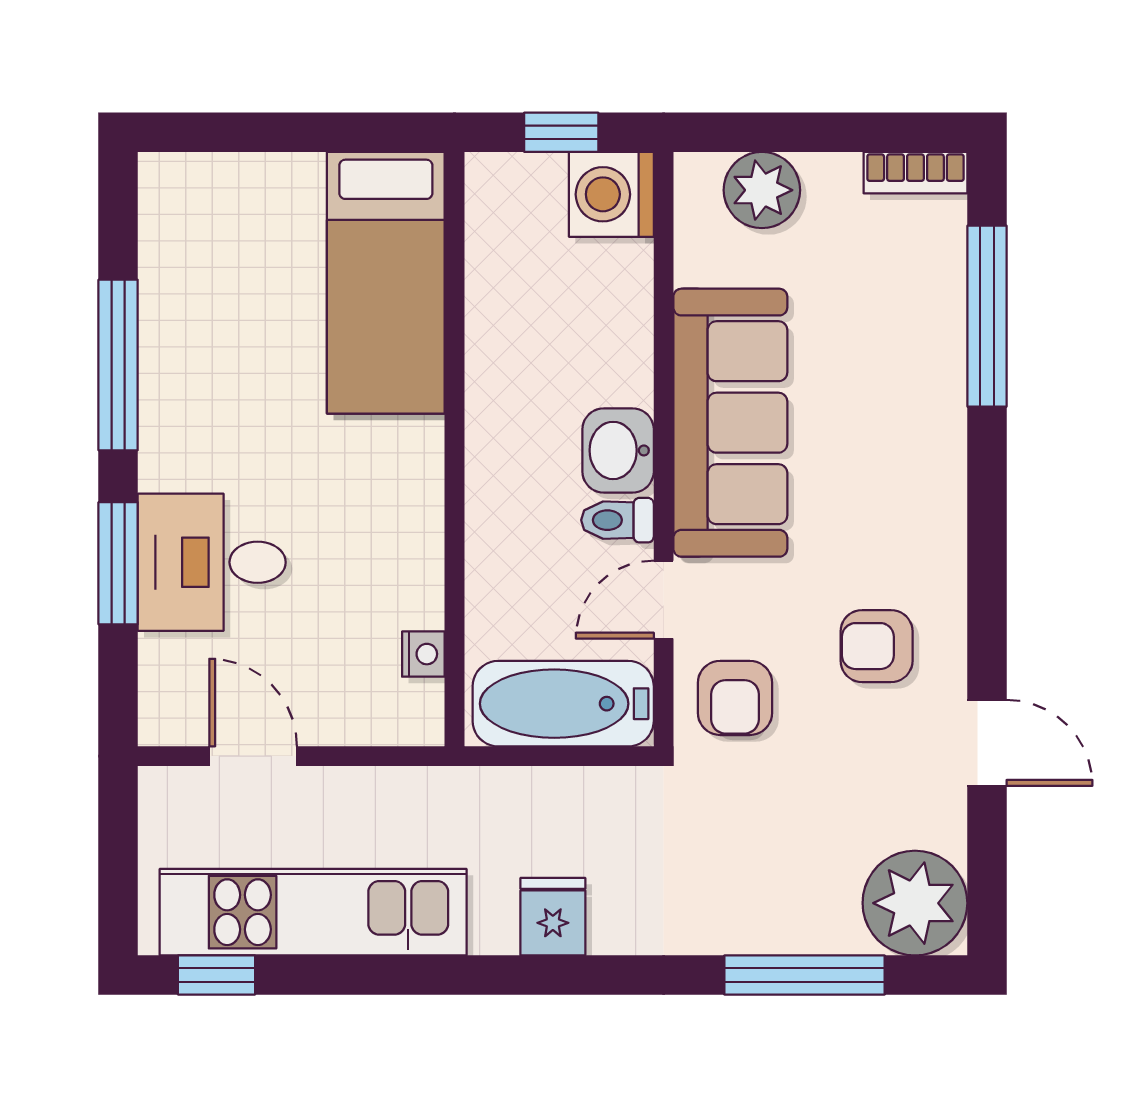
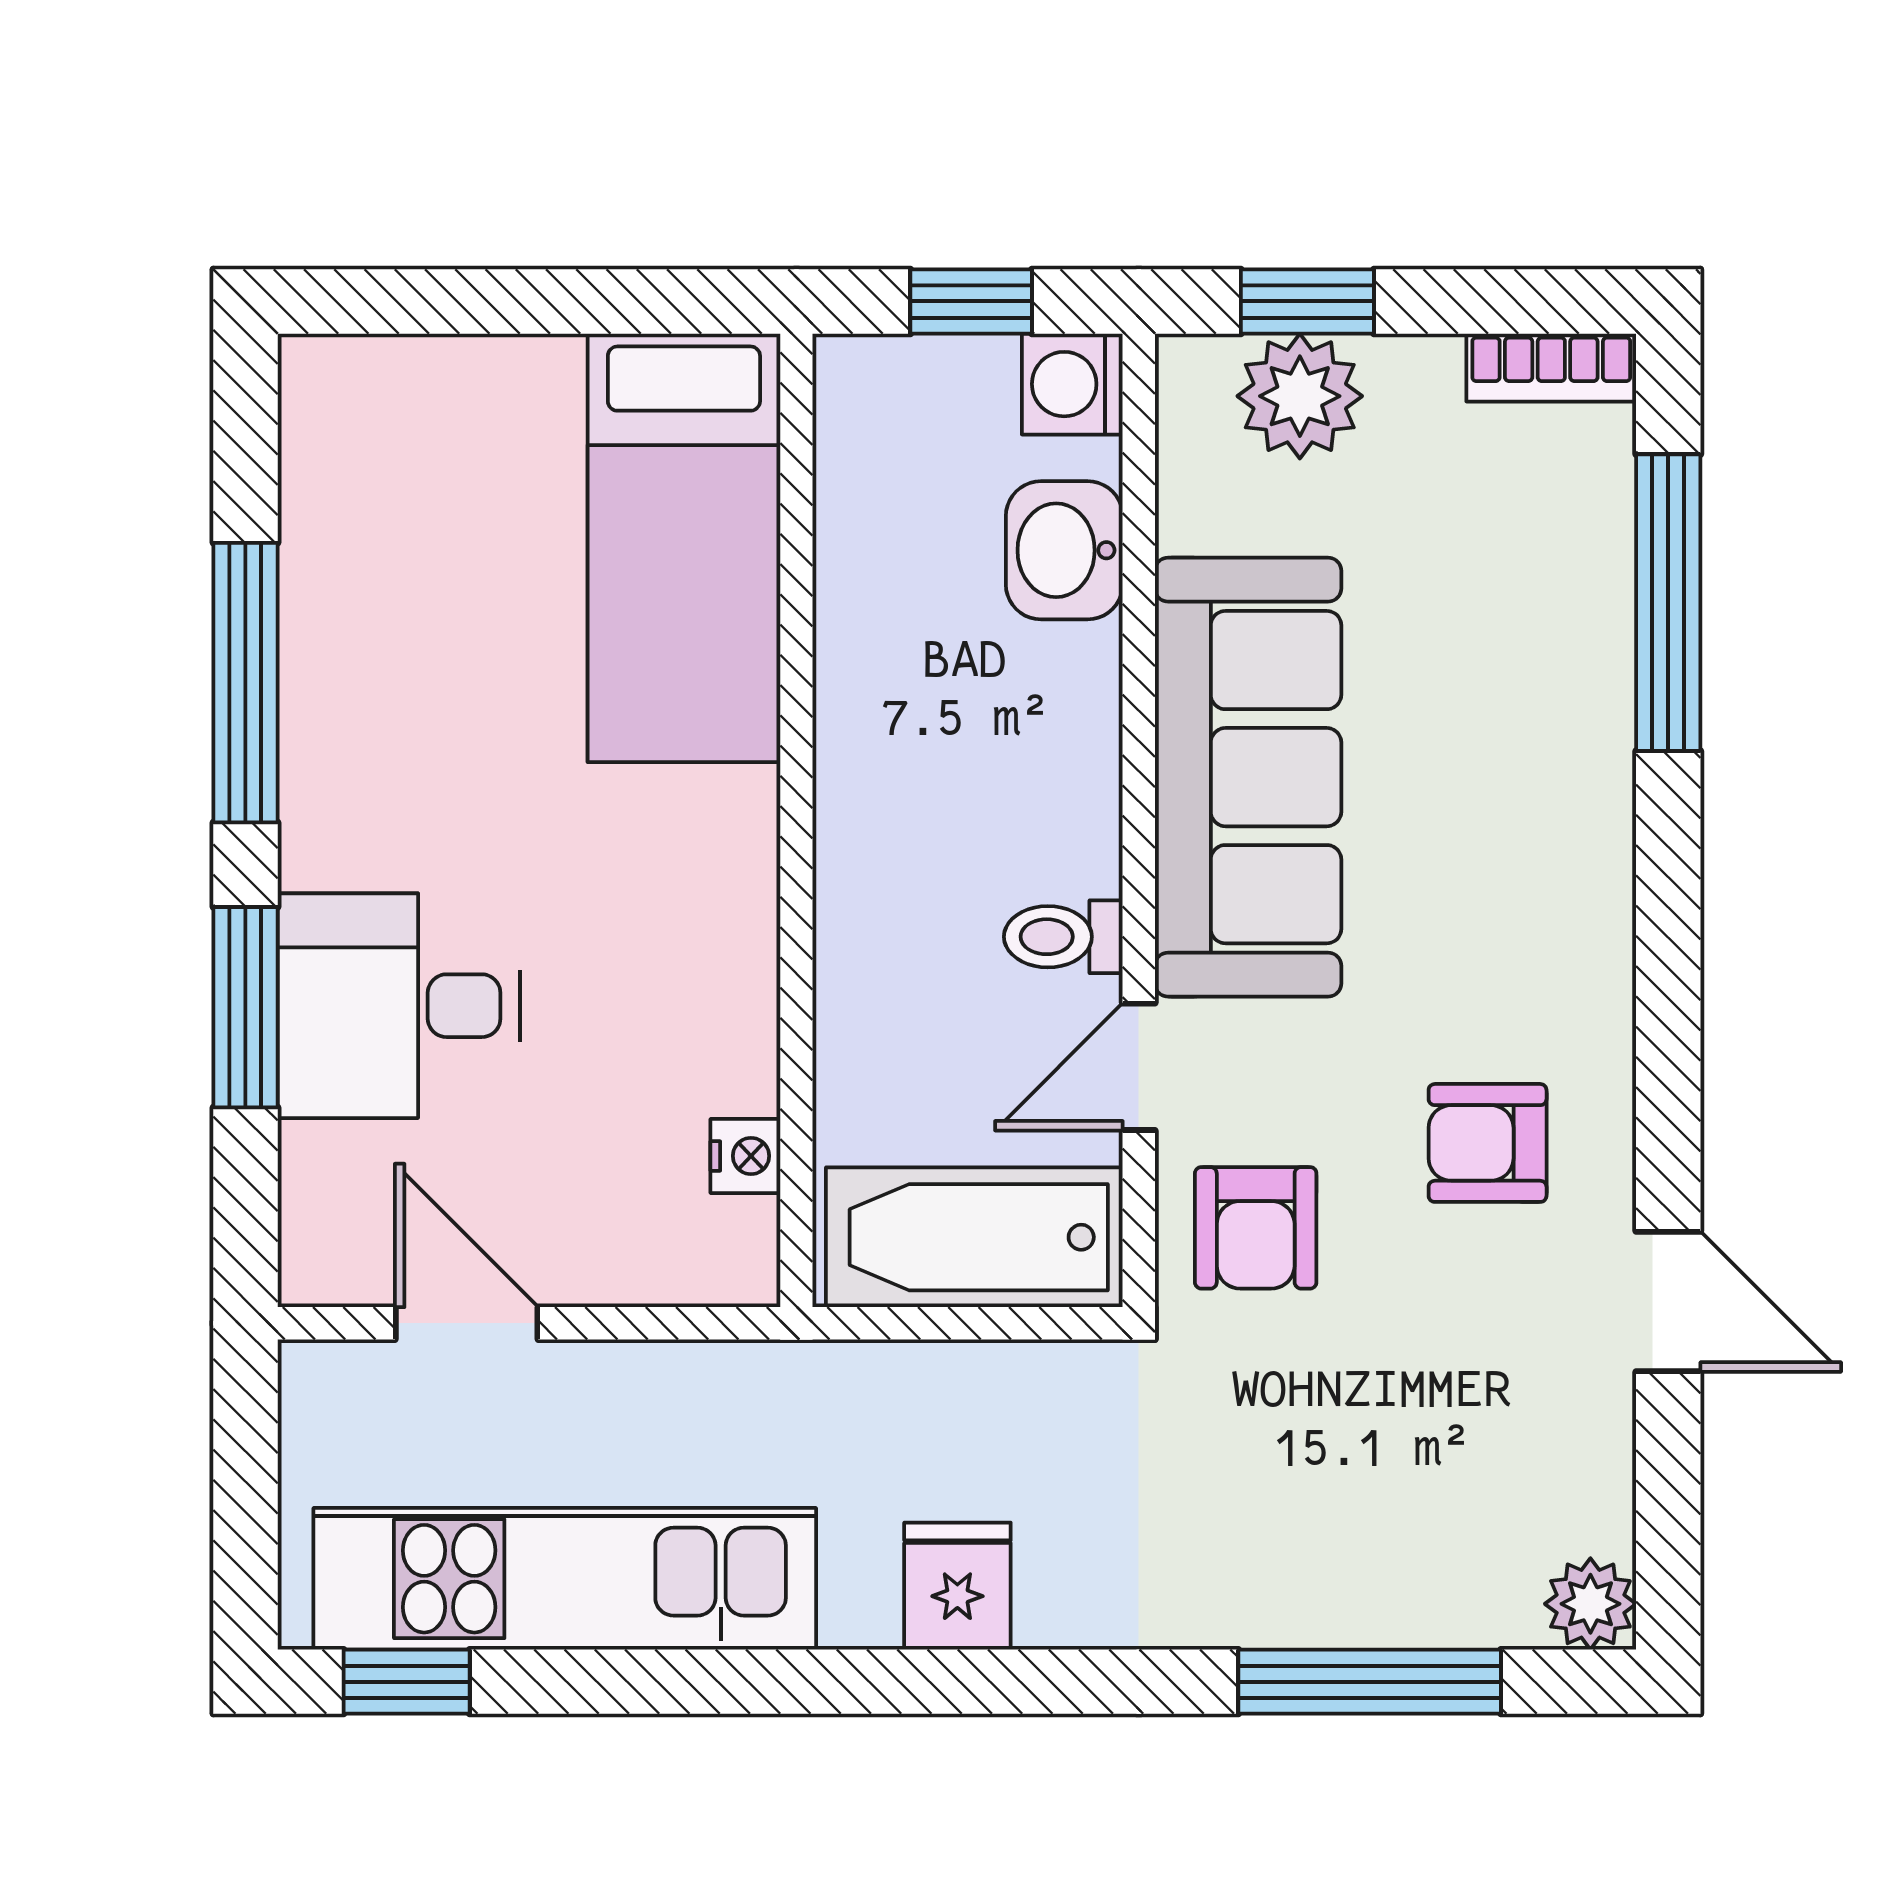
window: (767, 132) -> (1307, 301), added
washing machine: (611, 194) -> (1072, 384), width x0.73, depth x0.73
washbasin: (618, 450) -> (1064, 550), moved
plant: (915, 903) -> (1590, 1604), width x0.53, depth x0.53

